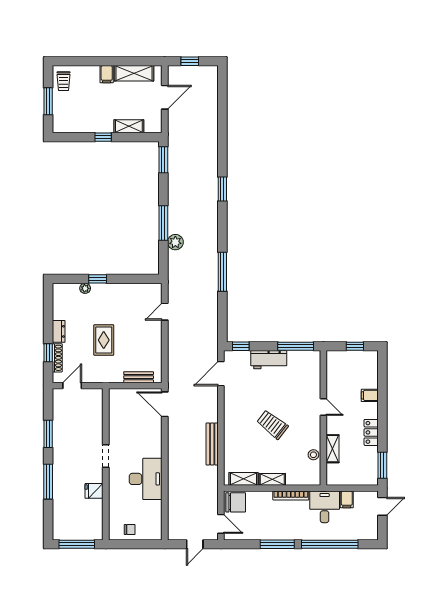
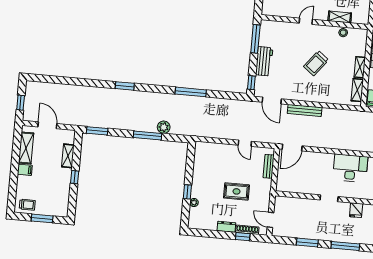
door: (165, 312) -> (245, 143), moved
bench: (212, 444) -> (305, 110), moved

